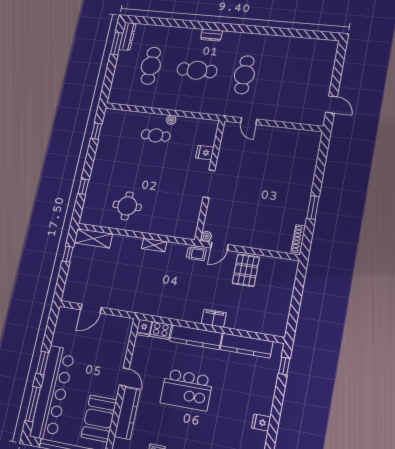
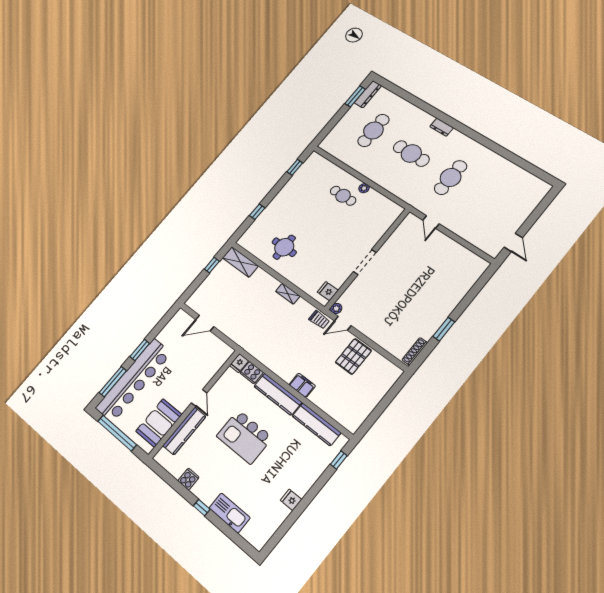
fridge: (205, 153) -> (328, 291), moved

